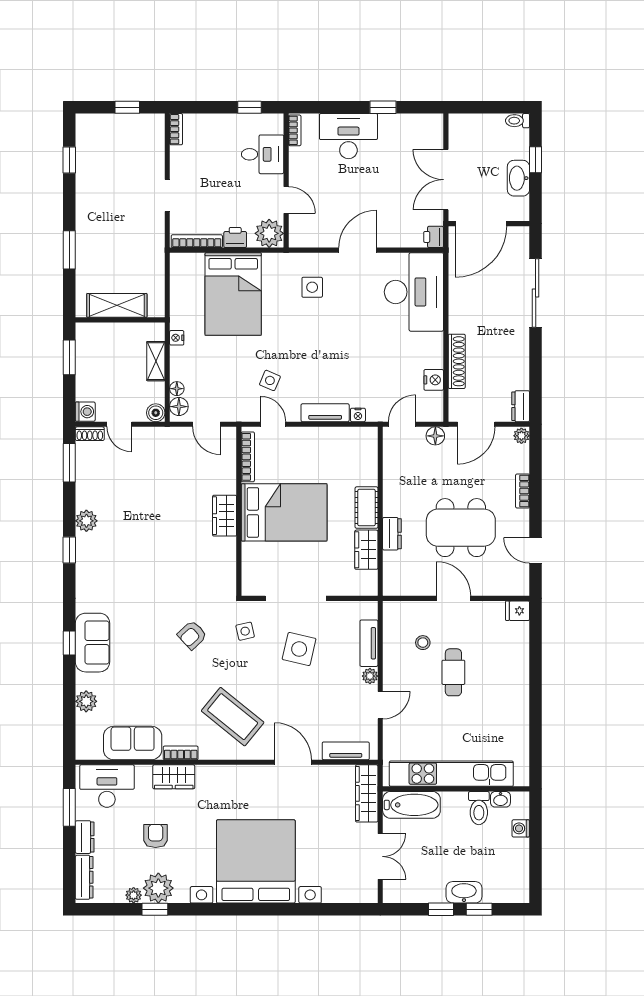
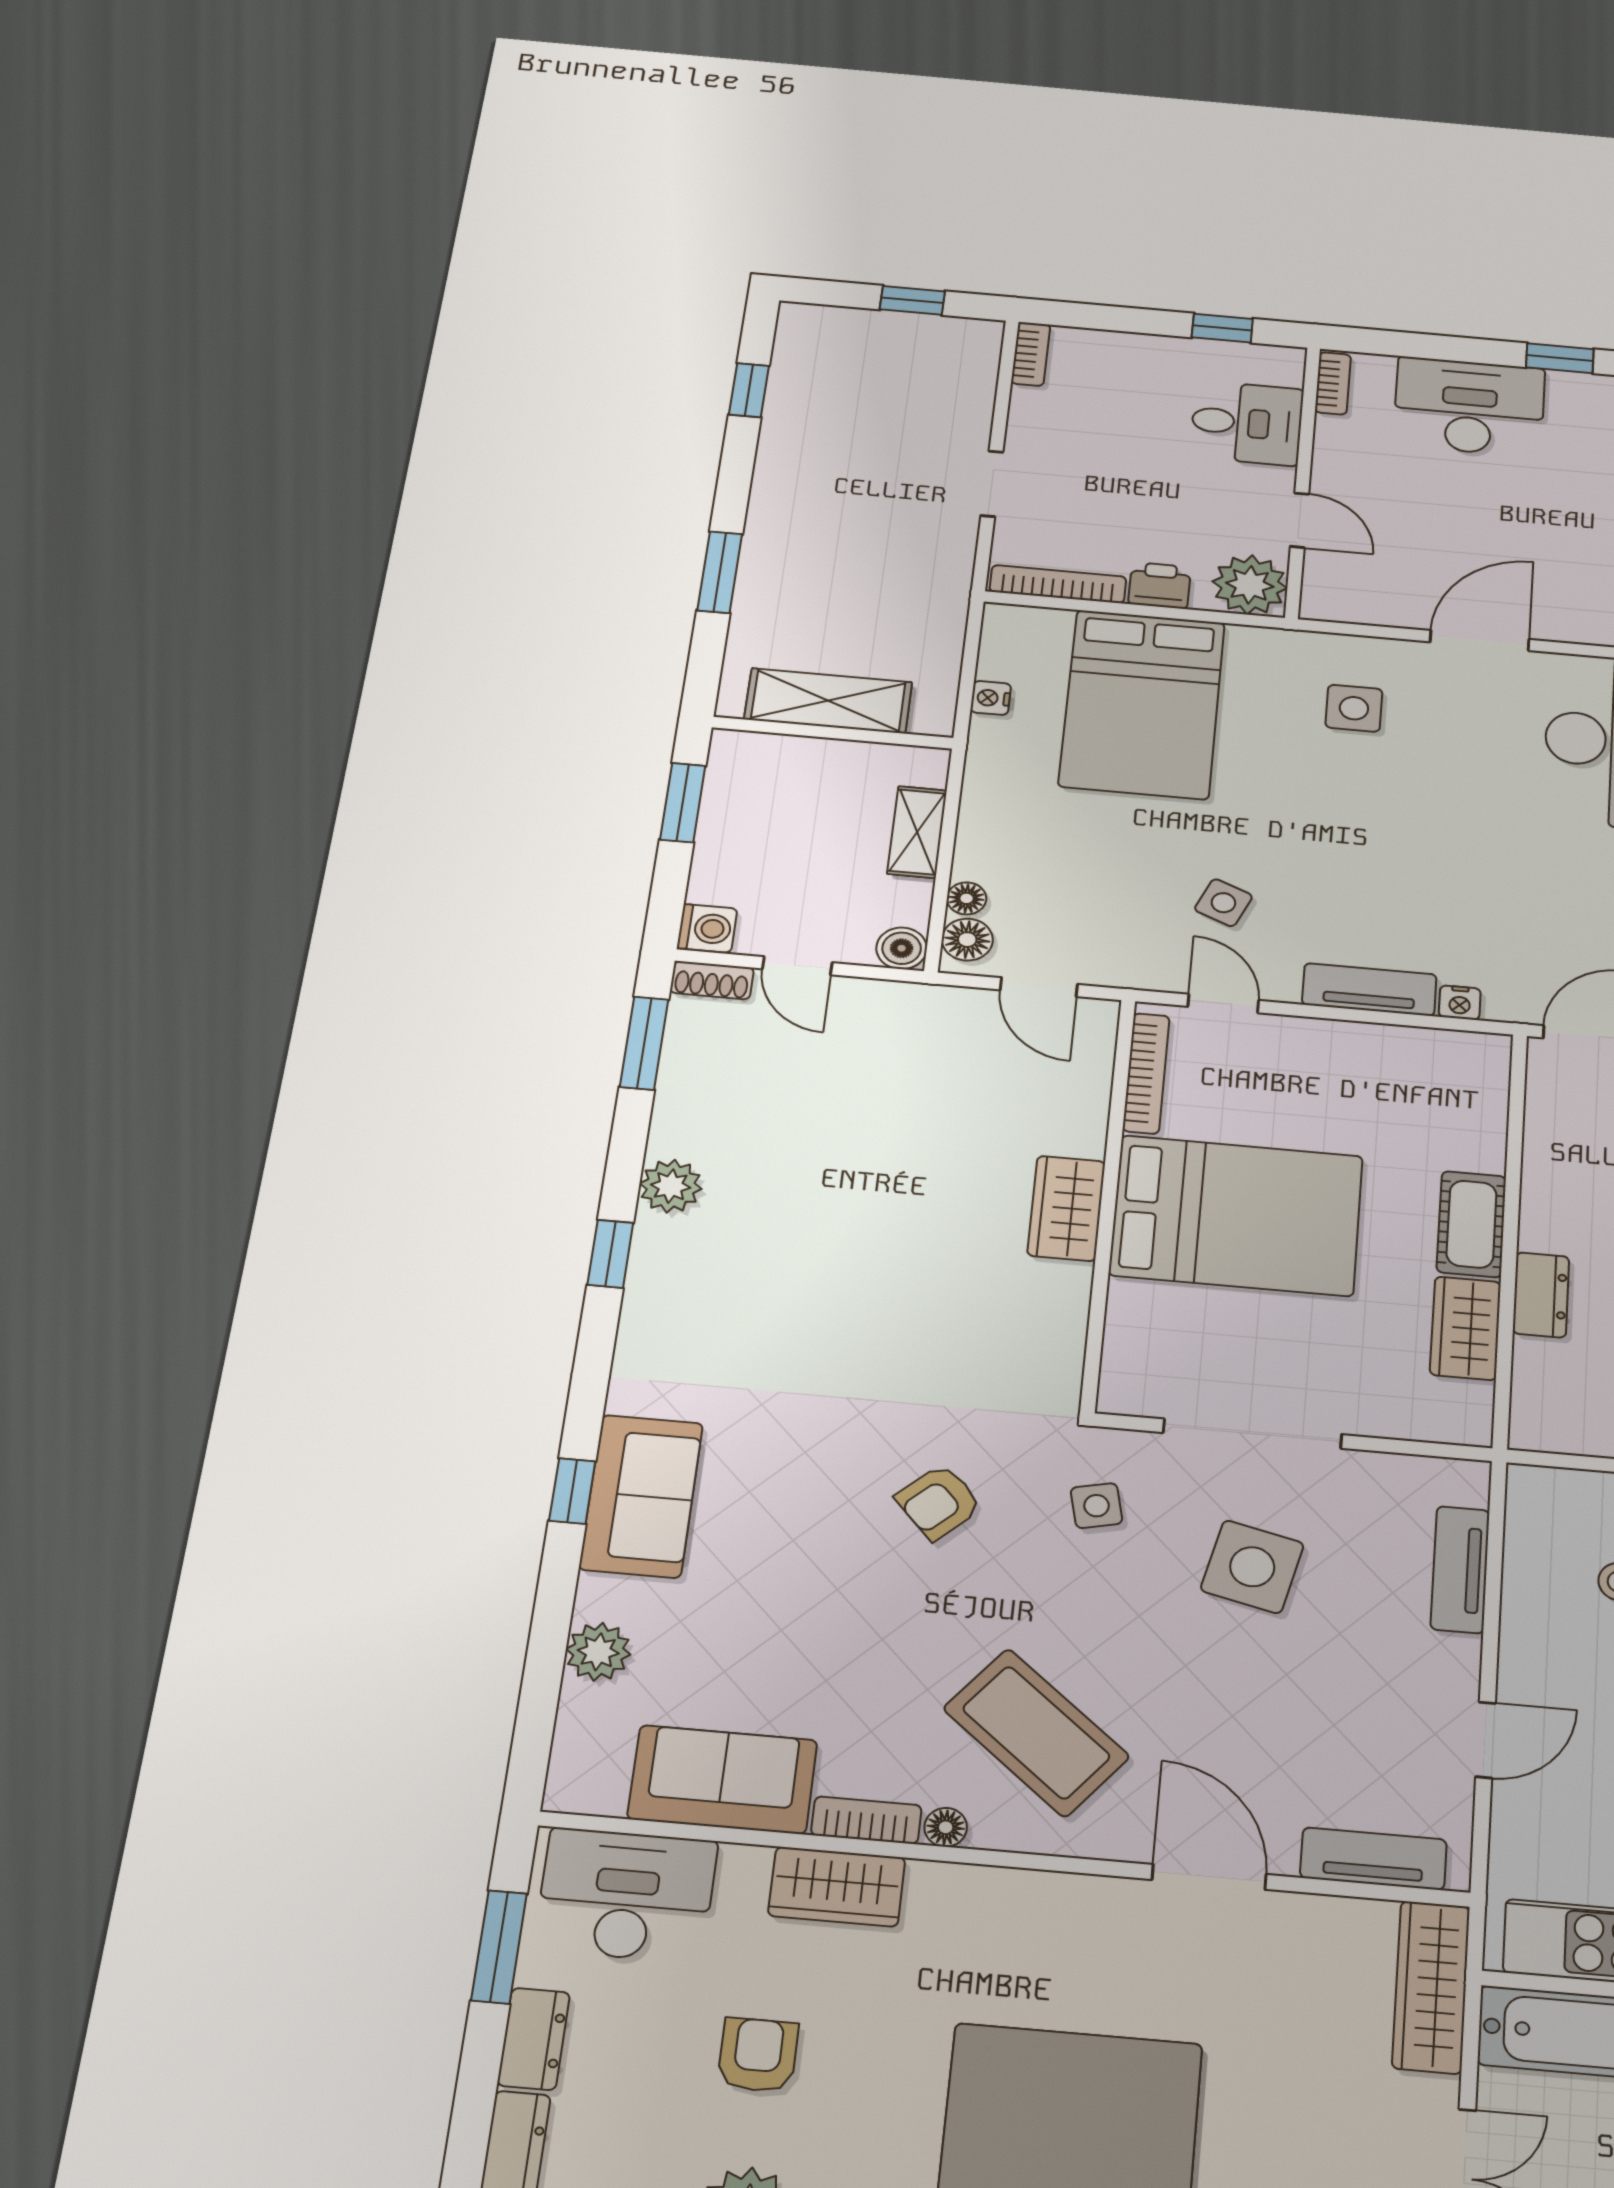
nightstand: (177, 338) -> (991, 698), moved
plant: (370, 676) -> (1459, 1658), removed
floor lamp: (206, 753) -> (946, 1827), added

